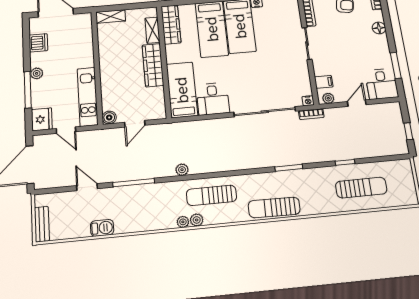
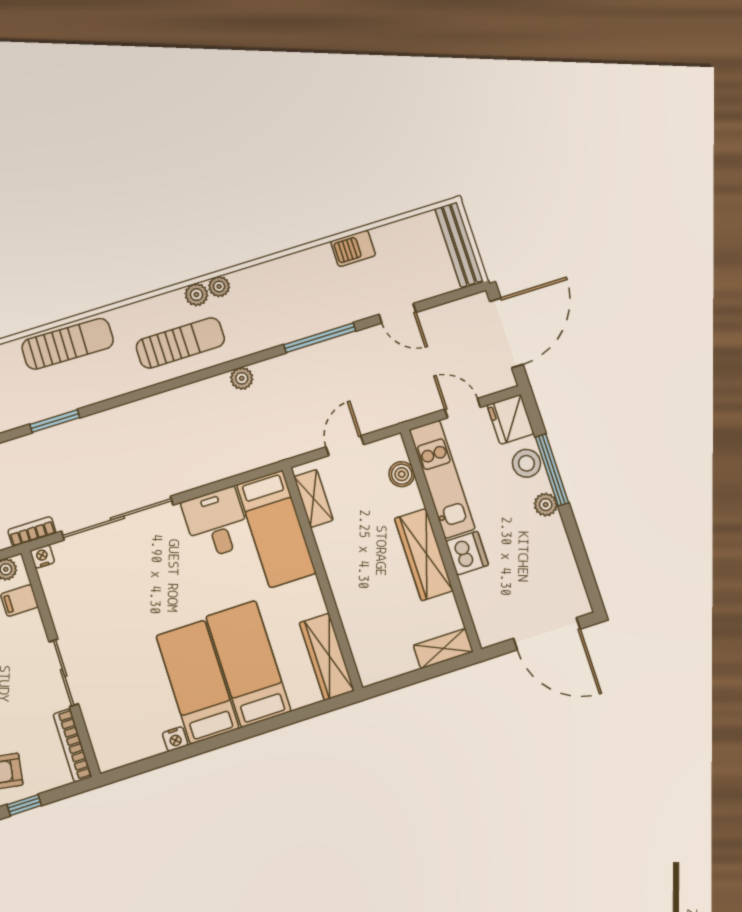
shelving: (152, 30) -> (314, 498), moved
dishwasher: (38, 43) -> (467, 553), moved, turned 180
wardrobe: (153, 65) -> (424, 555), moved, turned 180
stool: (40, 96) -> (526, 463), added
boiler: (109, 117) -> (402, 474), moved
bench: (42, 224) -> (459, 245), width x1.36

